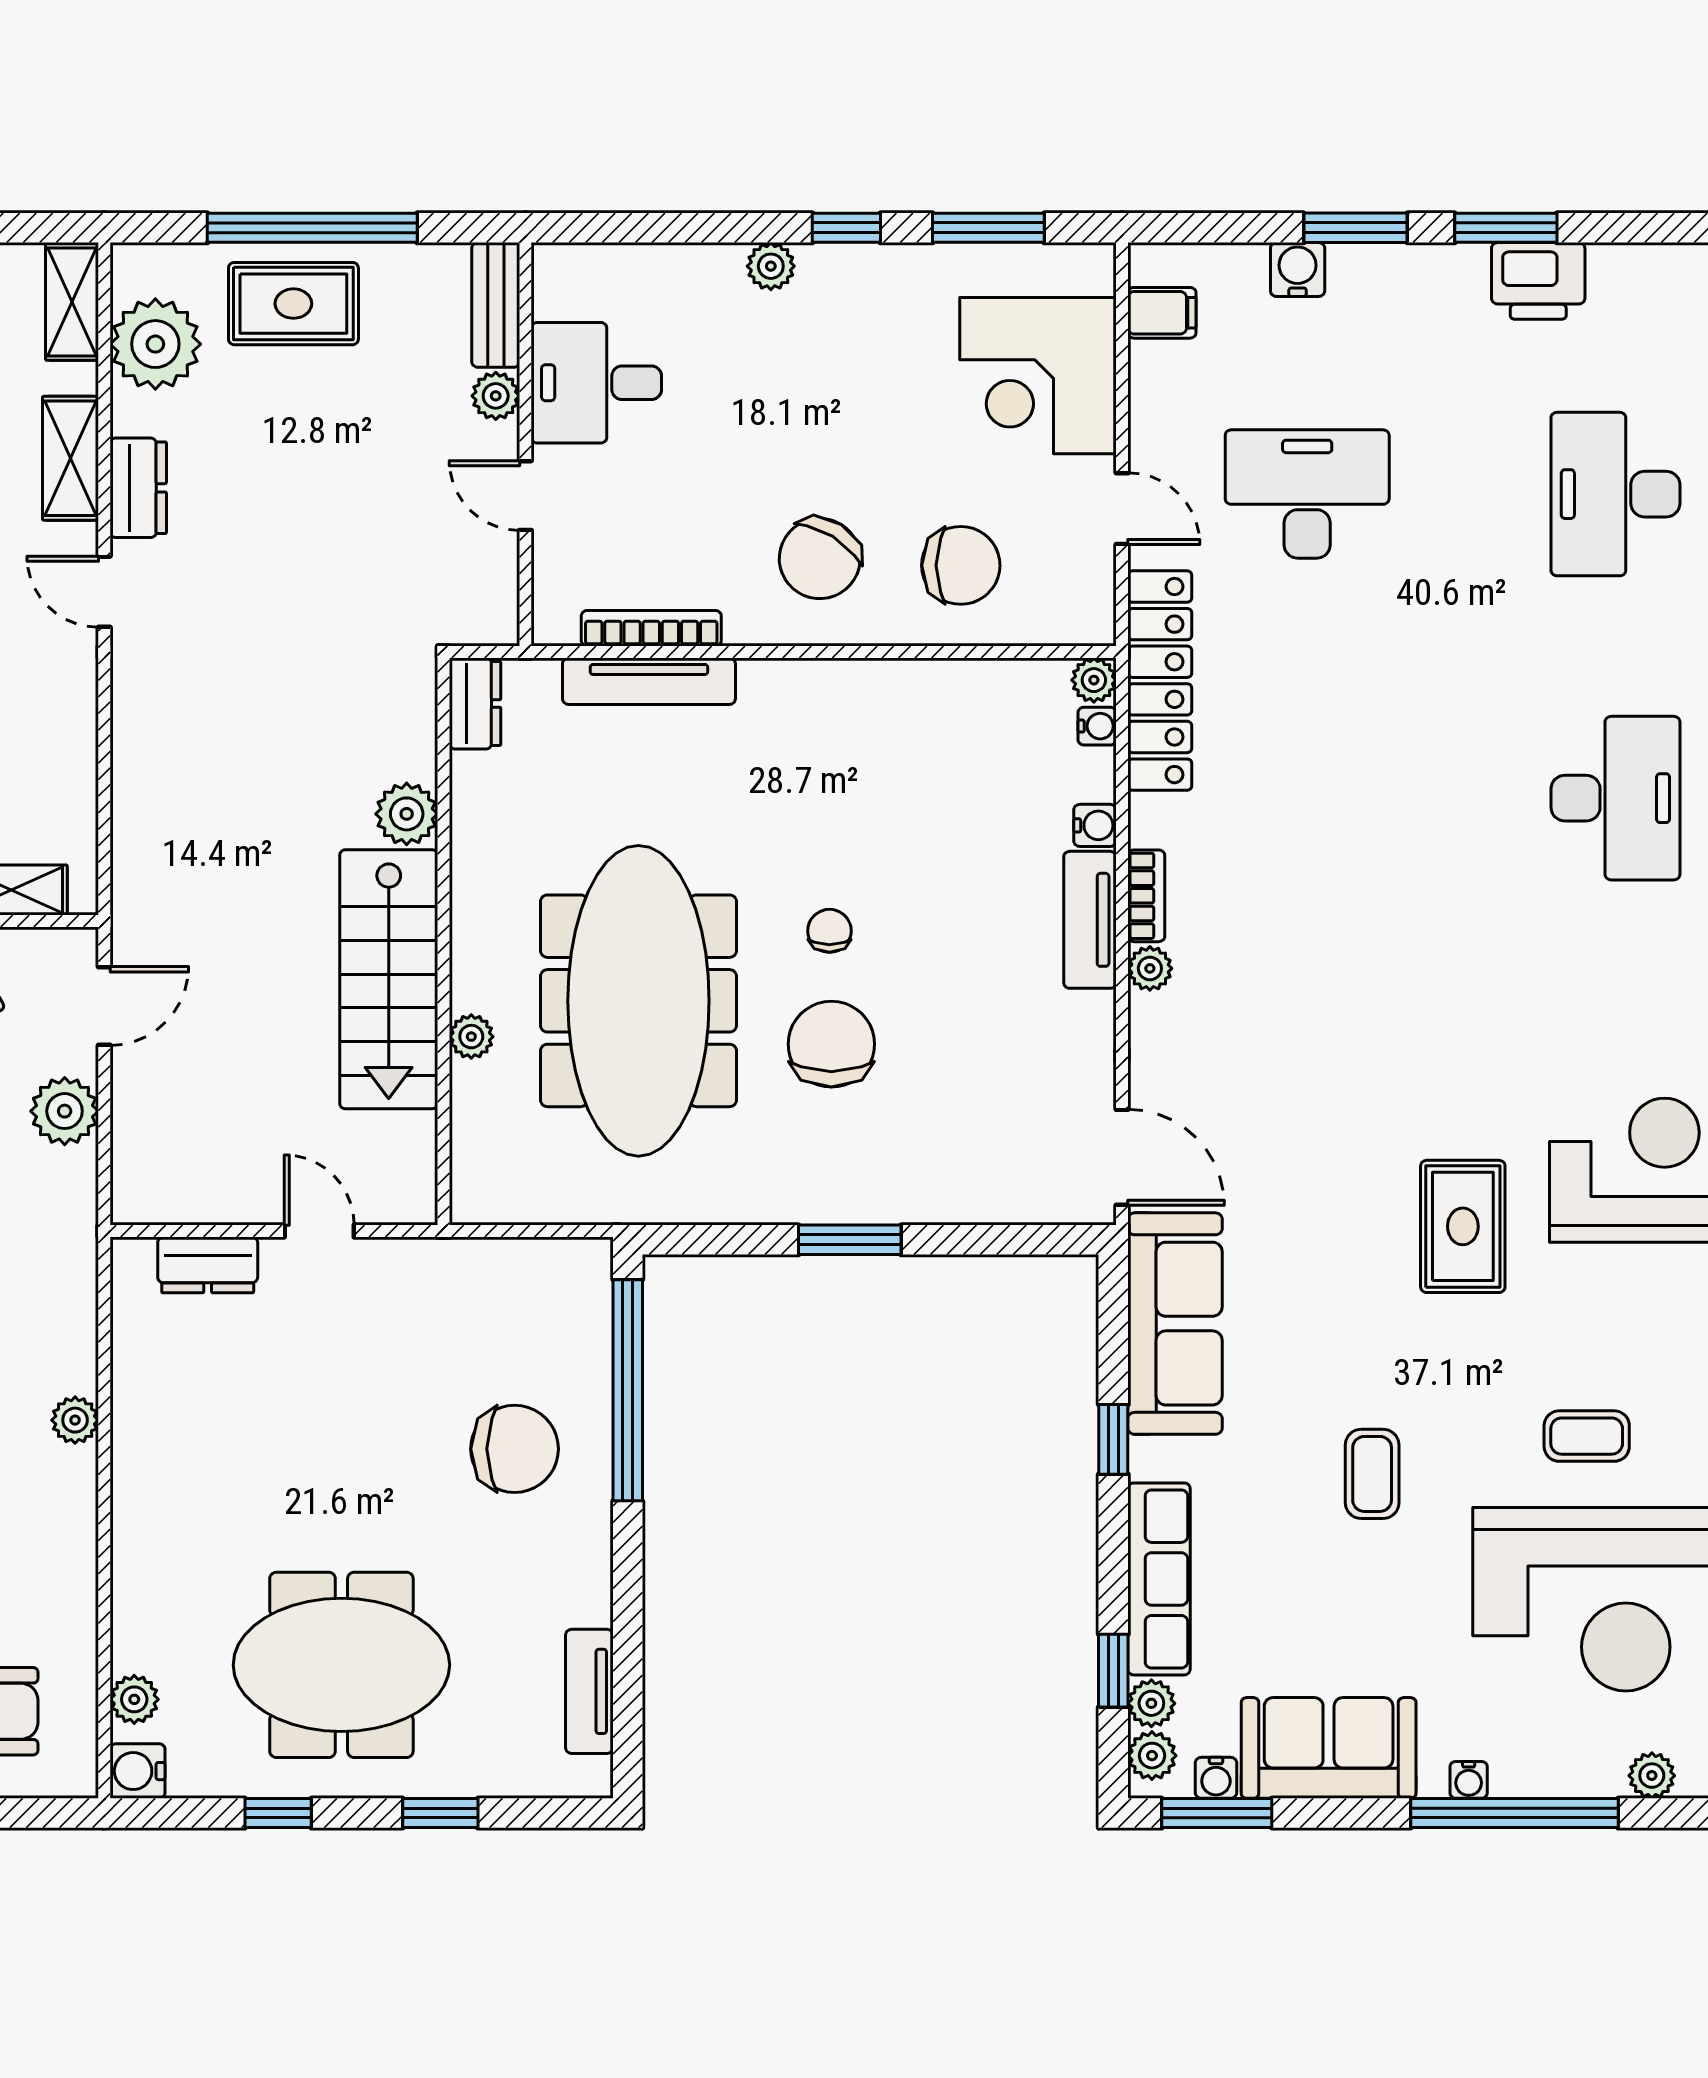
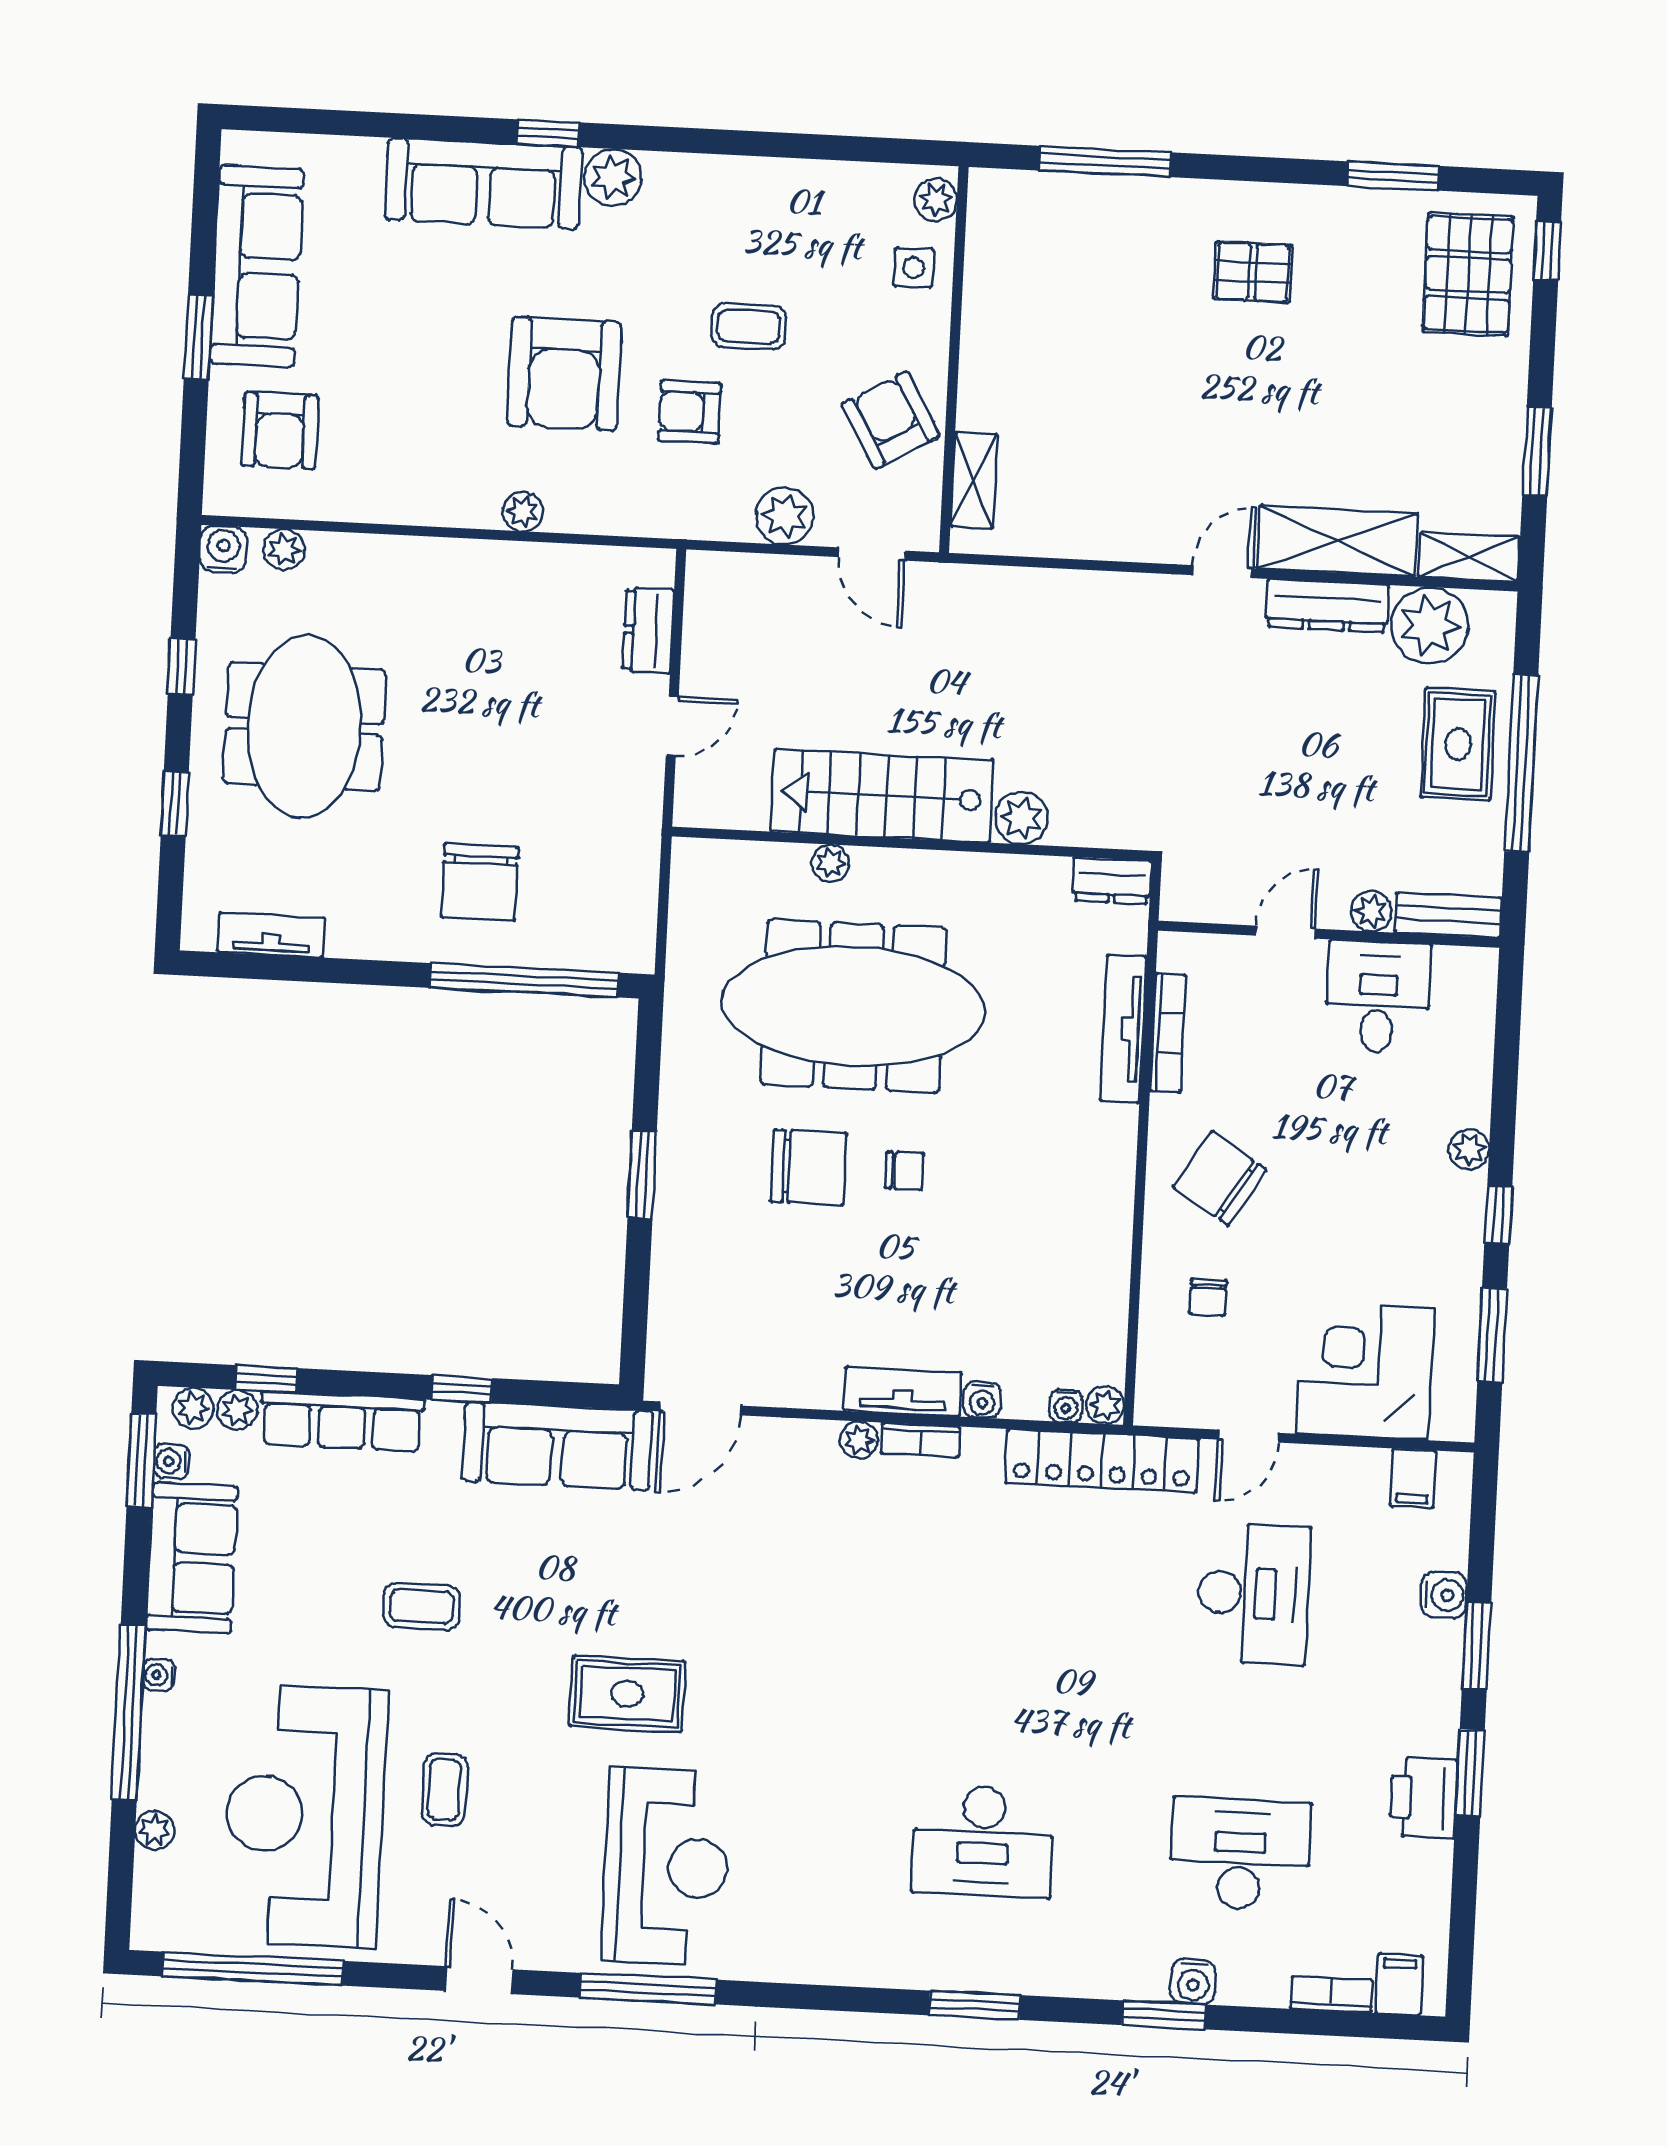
shelving: (70, 458) -> (1337, 541), width x1.50, depth x1.33
dresser: (138, 488) -> (1327, 606), width x1.44
chair: (961, 565) -> (1208, 1297), width x0.54, depth x0.54

